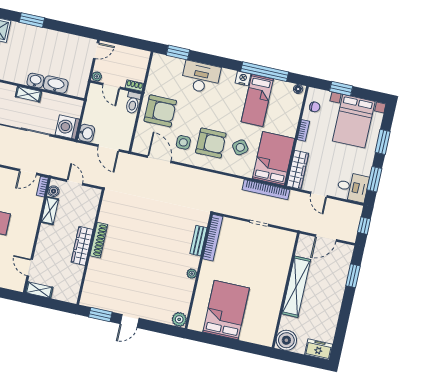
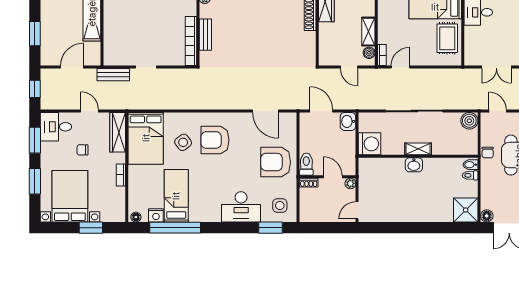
window: (32, 20) -> (432, 228), removed
nightstand: (243, 78) -> (156, 215), moved
washbasin: (56, 85) -> (392, 165), removed
chair: (315, 107) -> (82, 150), moved
washing machine: (67, 127) -> (370, 144), moved
side table: (183, 142) -> (280, 206), moved
bookcase: (266, 190) -> (146, 104), removed
bench: (290, 223) -> (113, 75), added

